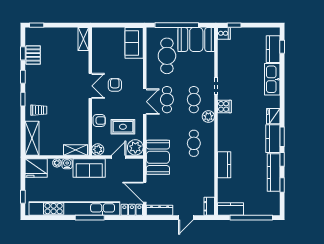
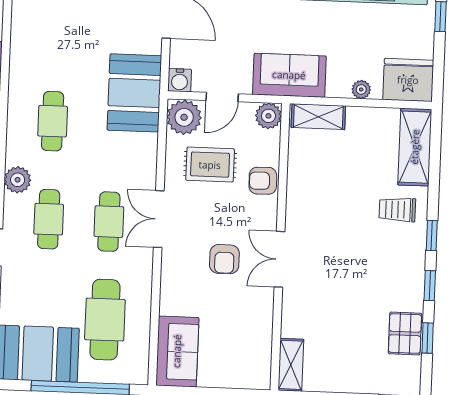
water cooler: (67, 164) -> (180, 80), moved

